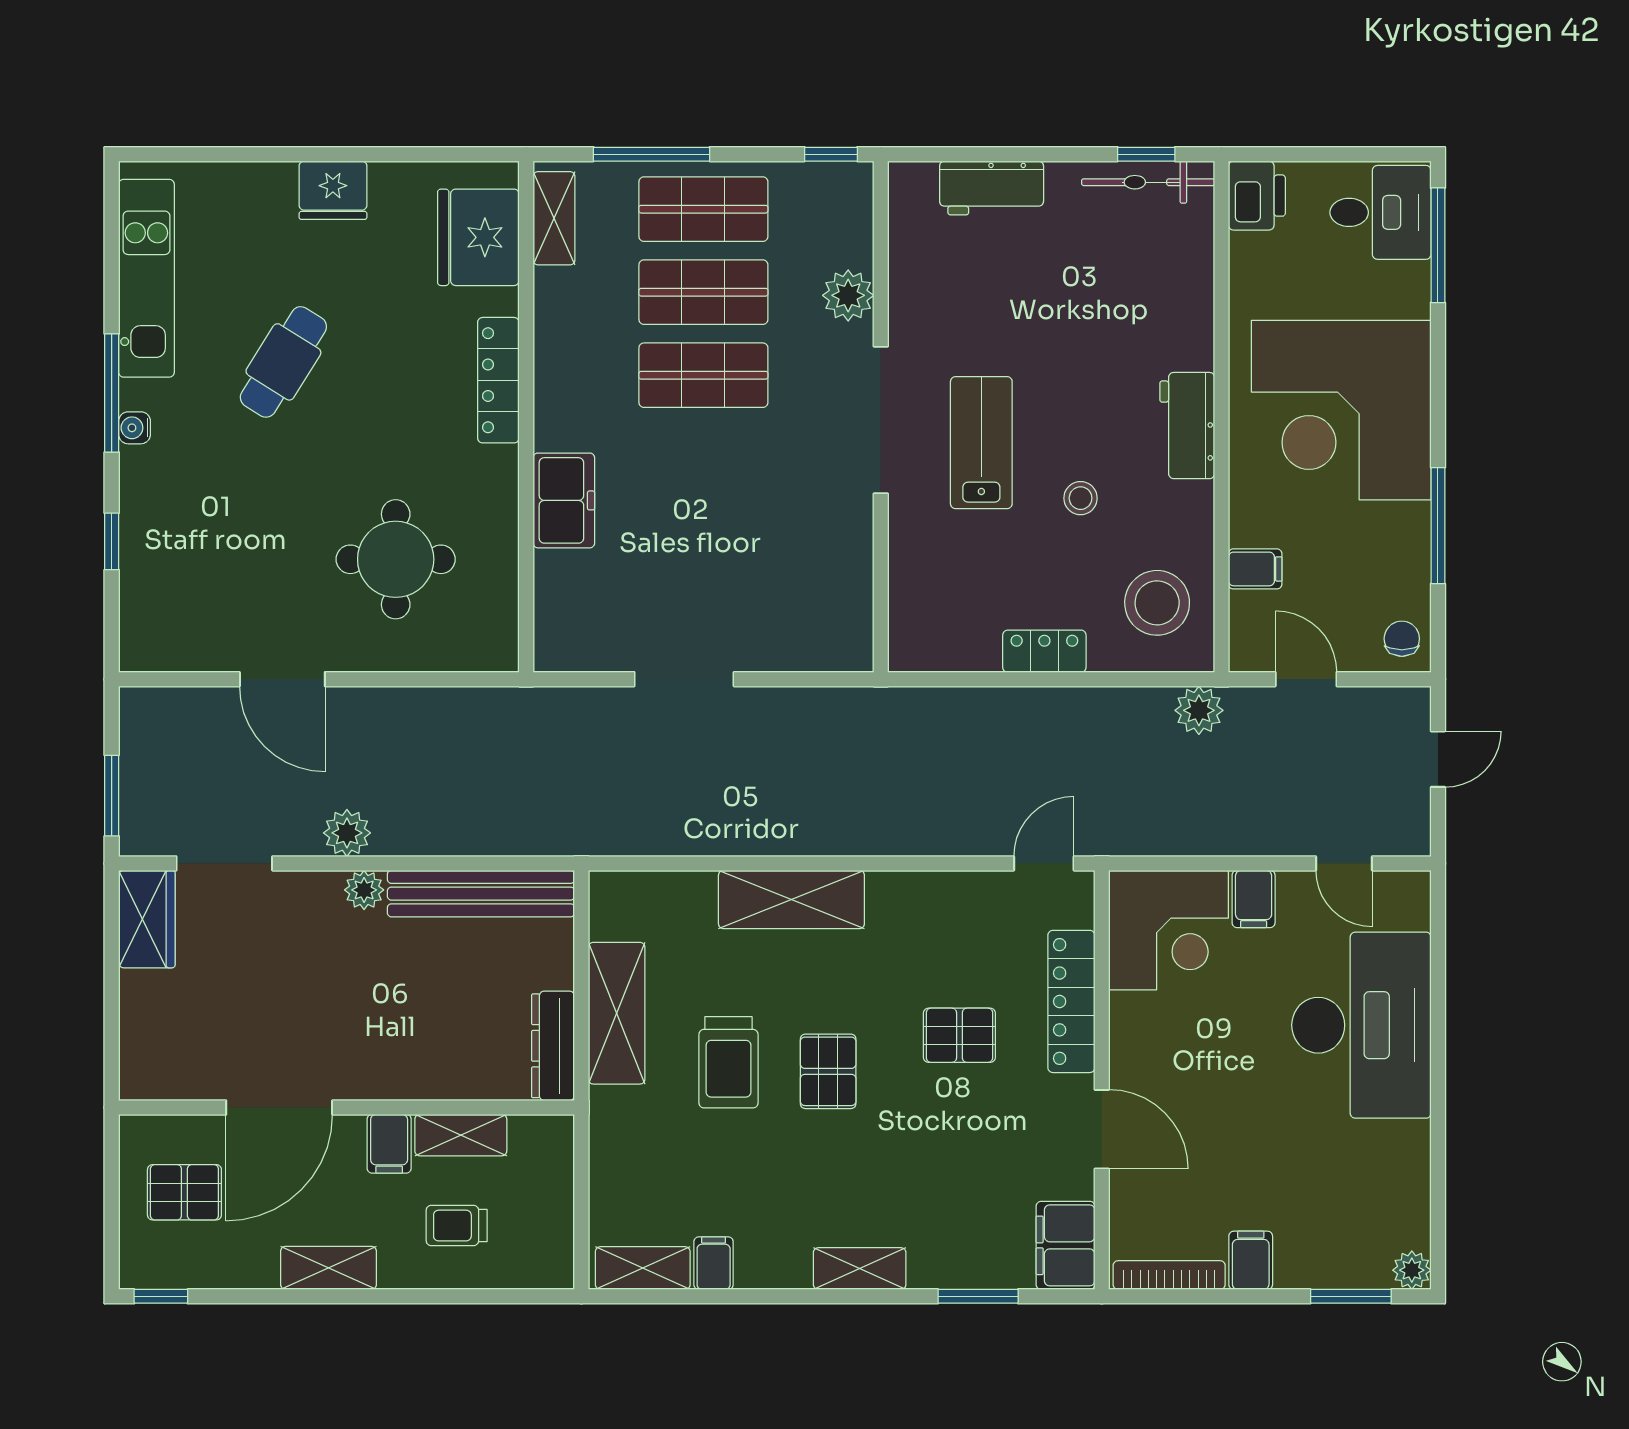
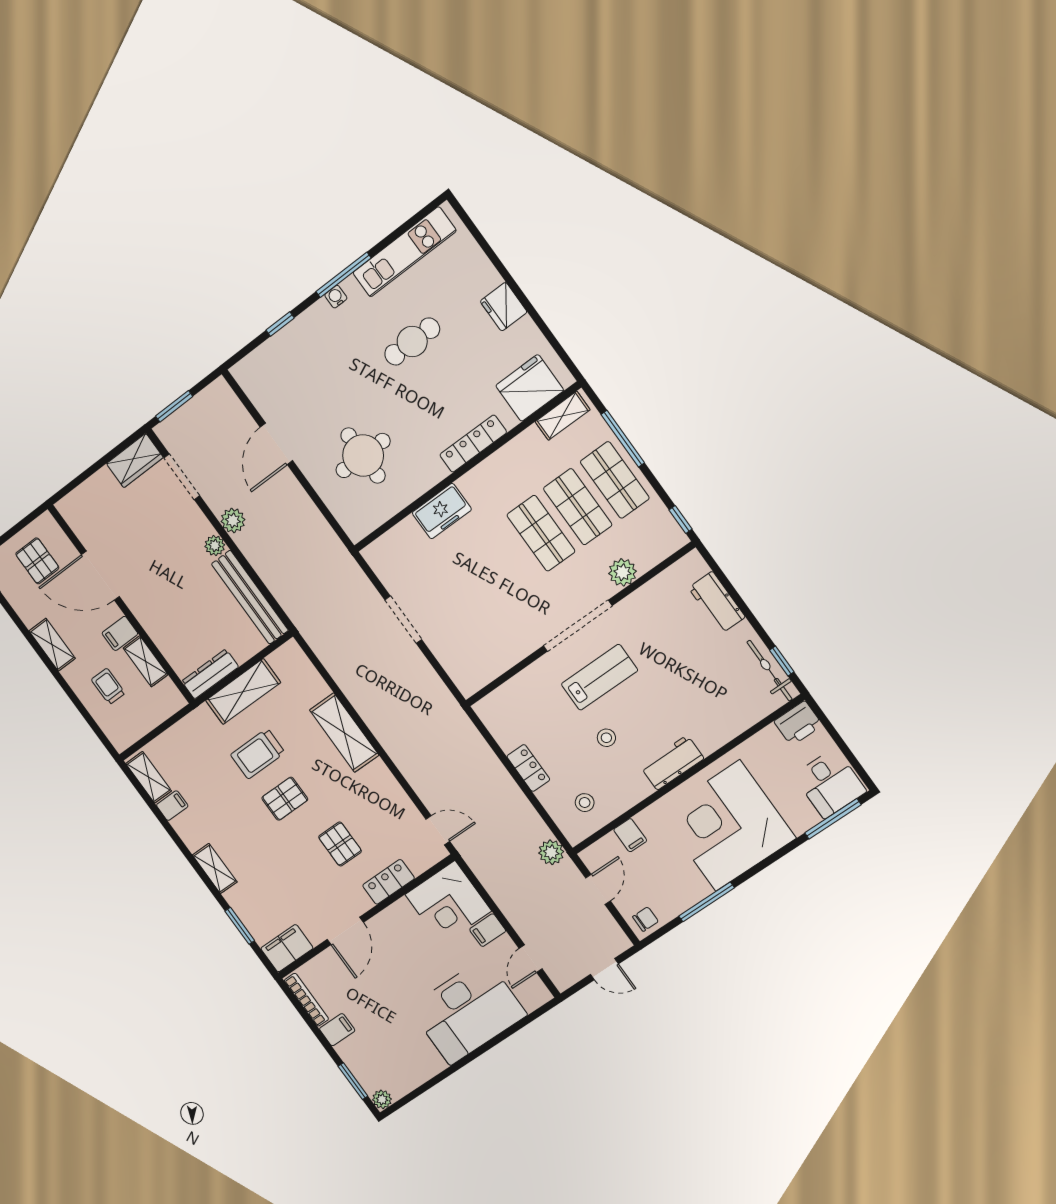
cafe table: (283, 362) -> (412, 342), turned -32
stool: (1157, 603) -> (585, 803), width x0.53, depth x0.53
locker: (1071, 1001) -> (389, 882), width x0.66

